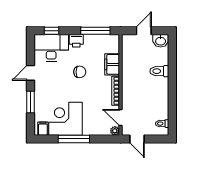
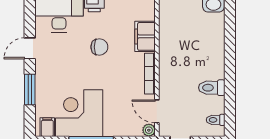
toilet: (159, 71) -> (212, 88), moved

